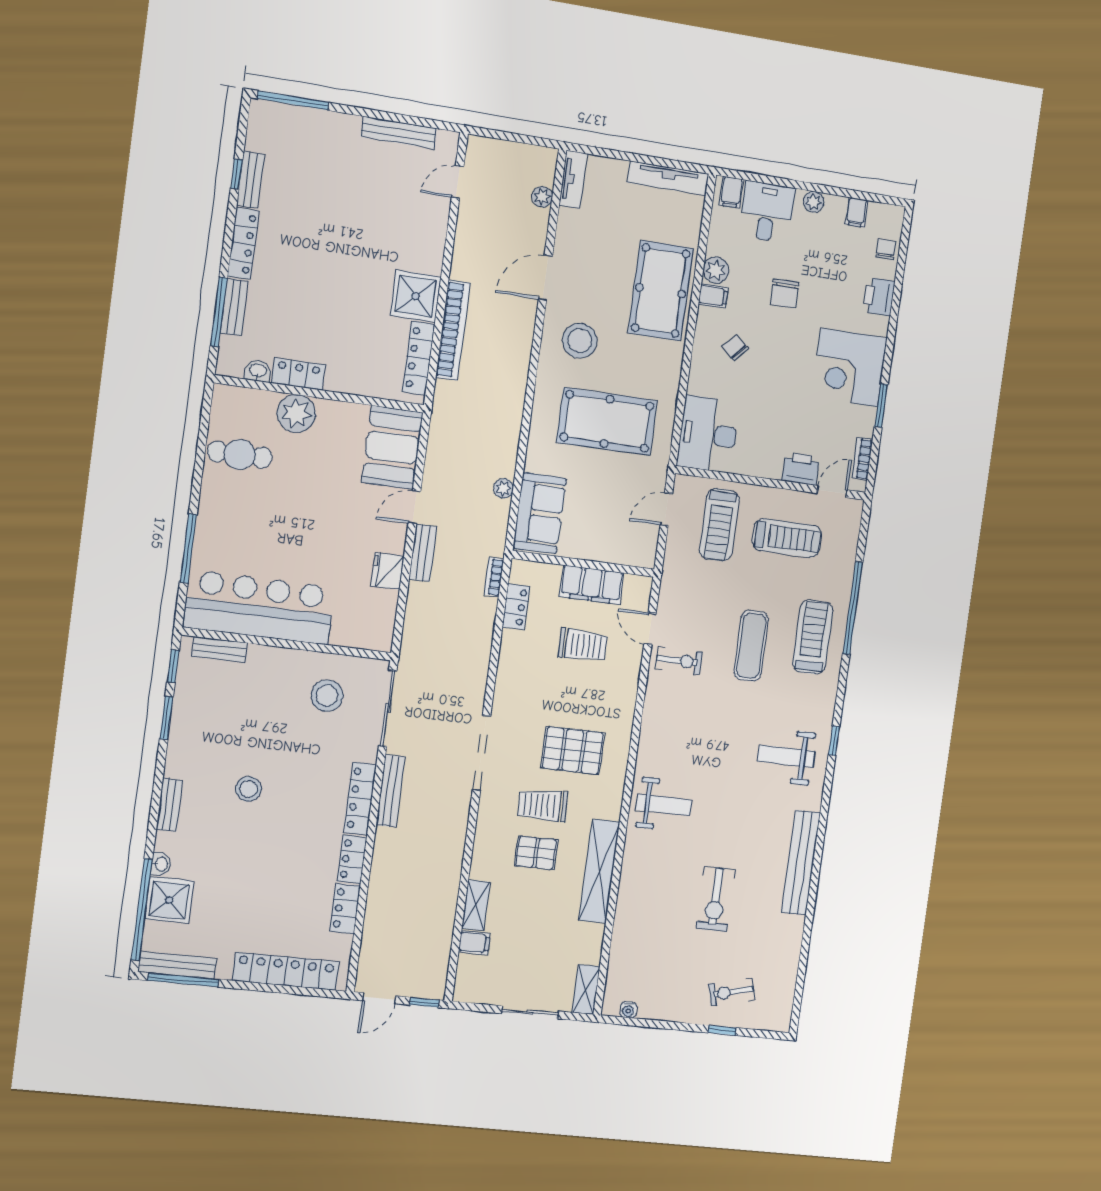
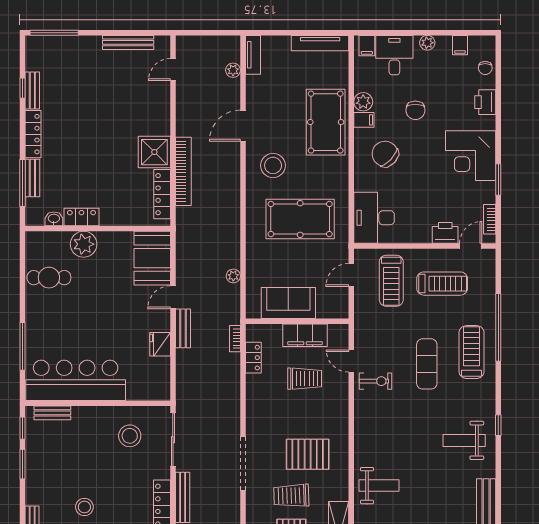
chair: (886, 250) -> (485, 68), turned 180
chair: (735, 348) -> (385, 154), width x1.87, depth x1.87
sofa: (540, 513) -> (288, 303), moved, turned -90

